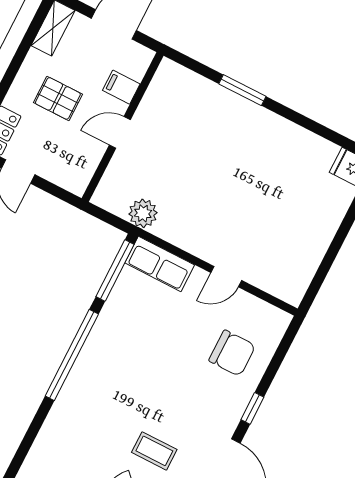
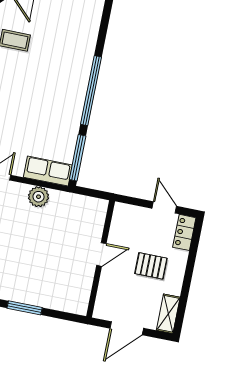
filing cabinet: (121, 87) -> (109, 286), removed
plant: (143, 213) -> (39, 197), moved

